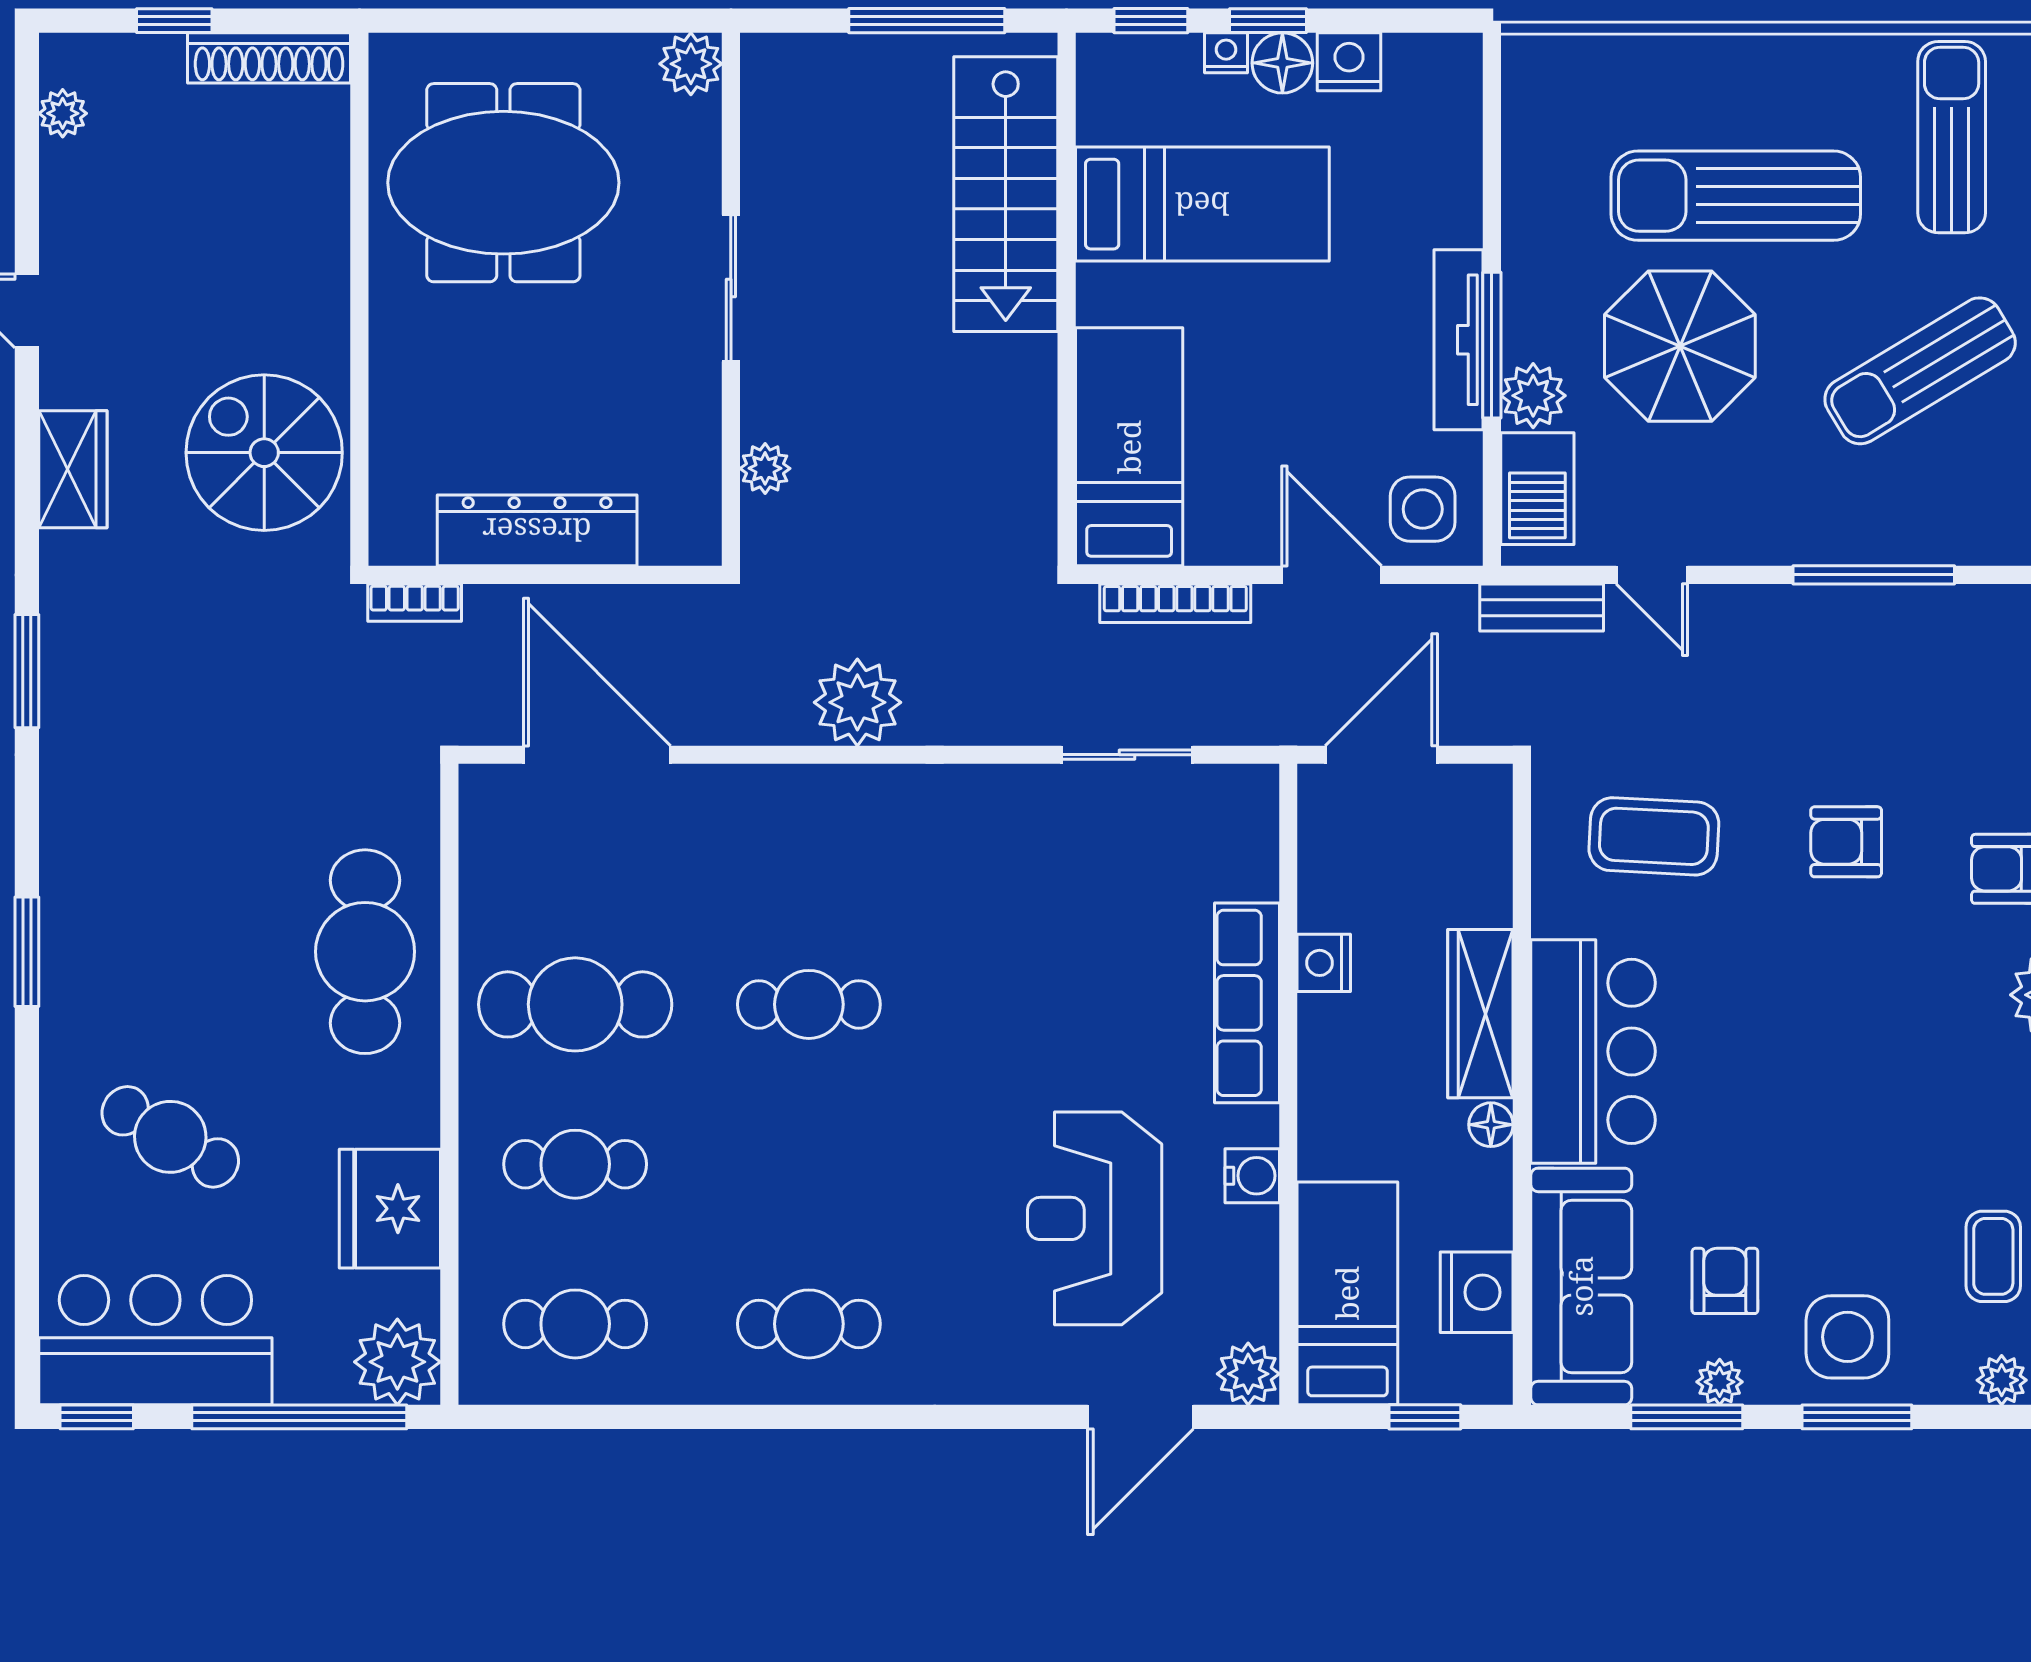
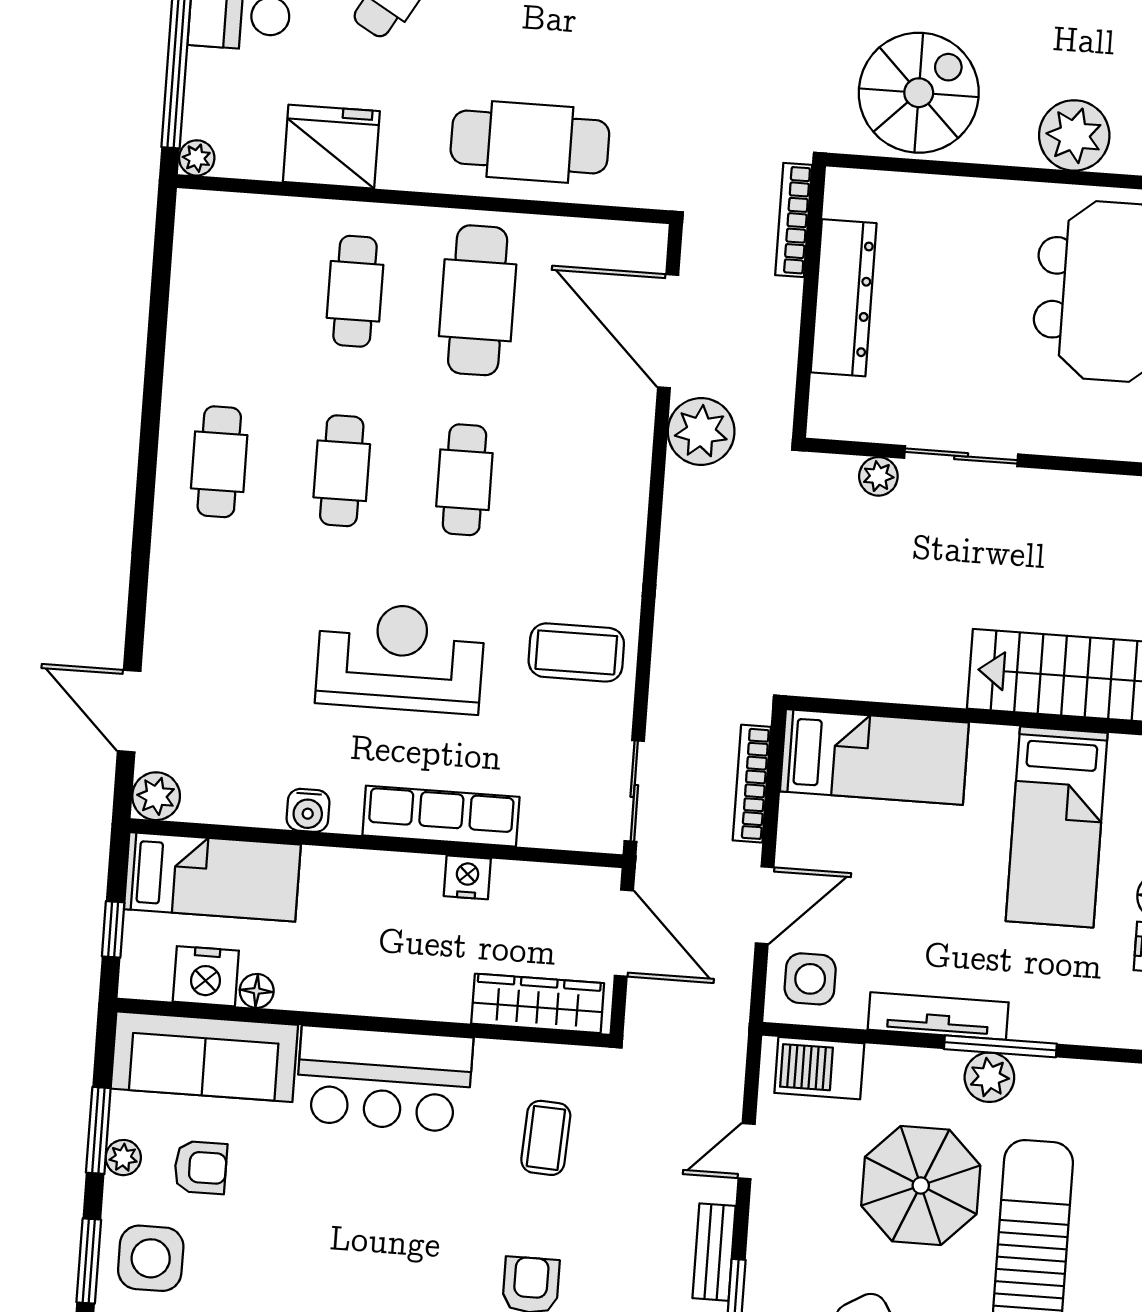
plant: (305, 247) -> (1074, 135), added
sliding door: (731, 288) -> (961, 456), moved
window: (1492, 345) -> (1000, 1046), moved
plant: (1533, 396) -> (989, 1077), moved
bookcase: (415, 603) -> (794, 220), width x1.56
bench: (1542, 608) -> (714, 1252), moved
plant: (857, 702) -> (701, 431), moved
door: (597, 755) -> (668, 331), swing flipped
sliding door: (1127, 755) -> (634, 791), moved
coffee table: (1654, 836) -> (546, 1138), width x0.73, depth x0.77
coffee table: (1022, 843) -> (576, 652), added
wardrobe: (1480, 1014) -> (538, 1003), moved
floor lamp: (1491, 1125) -> (257, 991), moved
reception desk: (1095, 1218) -> (400, 658), moved
cafe table: (575, 1324) -> (342, 471), moved
plant: (397, 1362) -> (197, 158), width x0.53, depth x0.53

